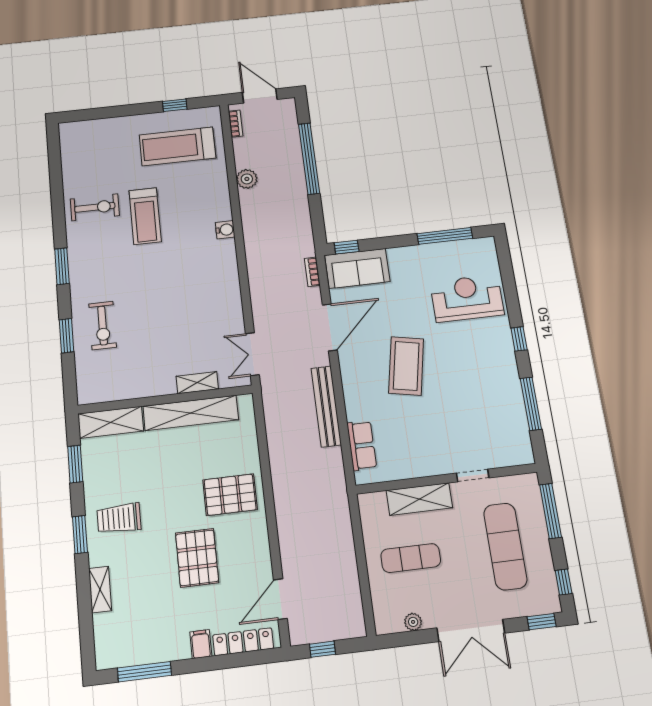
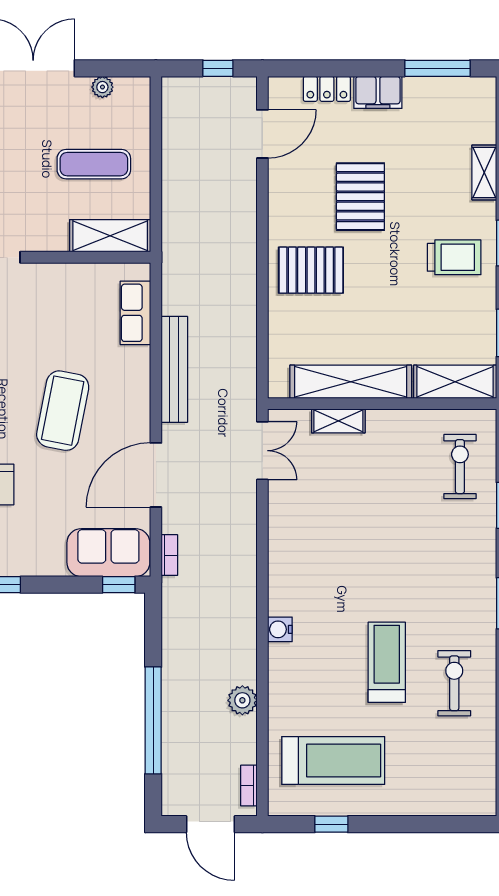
exercise bike: (95, 207) -> (454, 683), turned 90
exercise bike: (103, 325) -> (460, 467), moved
shelving: (419, 499) -> (110, 236), moved
locker: (243, 642) -> (327, 89), width x0.66
filing cabinet: (201, 644) -> (378, 92), width x2.00

